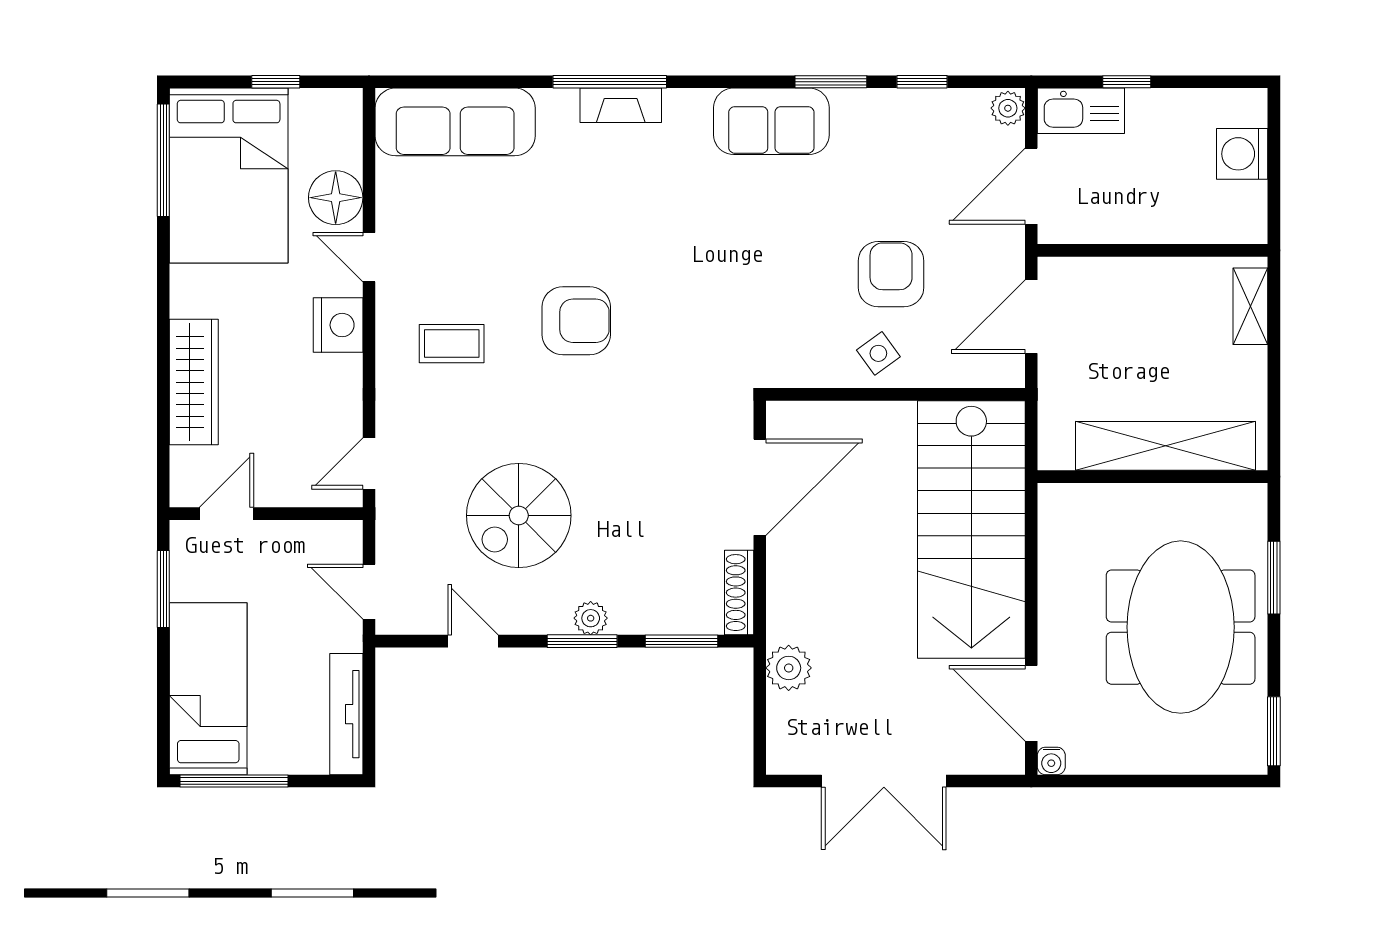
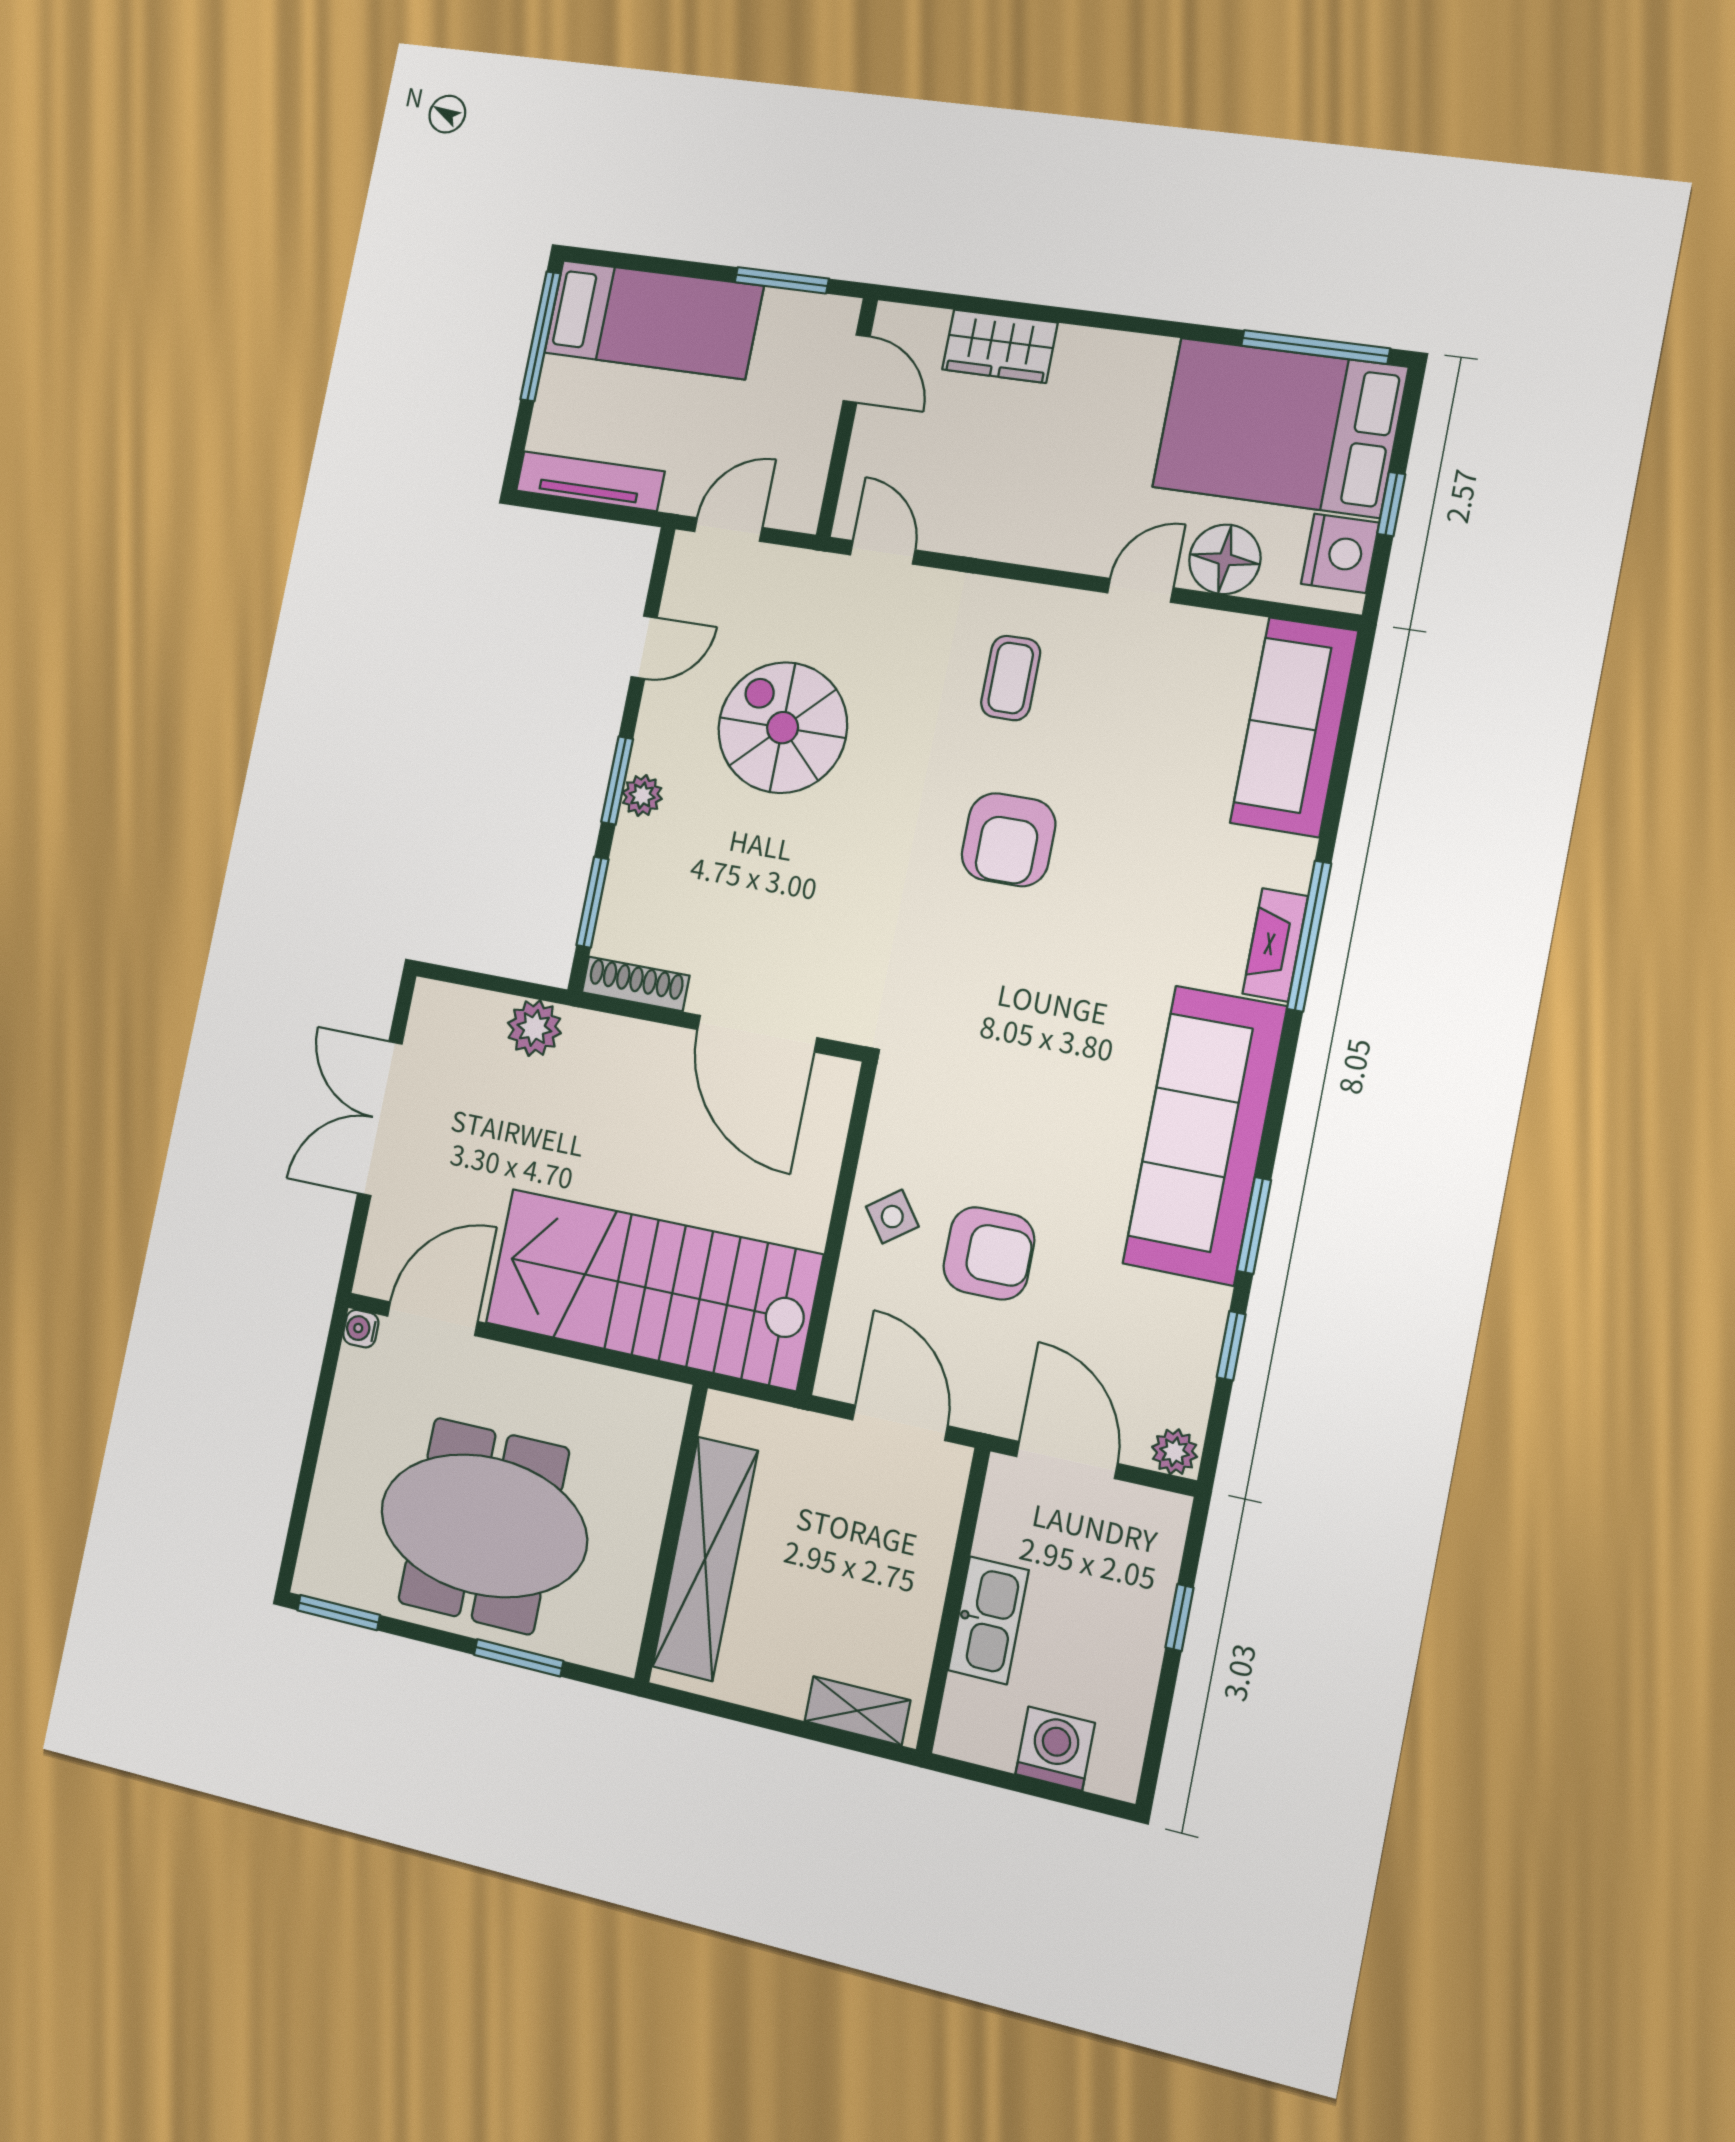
kitchen sink: (1081, 111) -> (988, 1620), moved, turned 180
sofa: (771, 121) -> (1205, 1135), width x1.85, depth x1.27
nightstand: (338, 325) -> (1340, 553), moved, turned -90
wardrobe: (194, 382) -> (1000, 346), width x0.67

